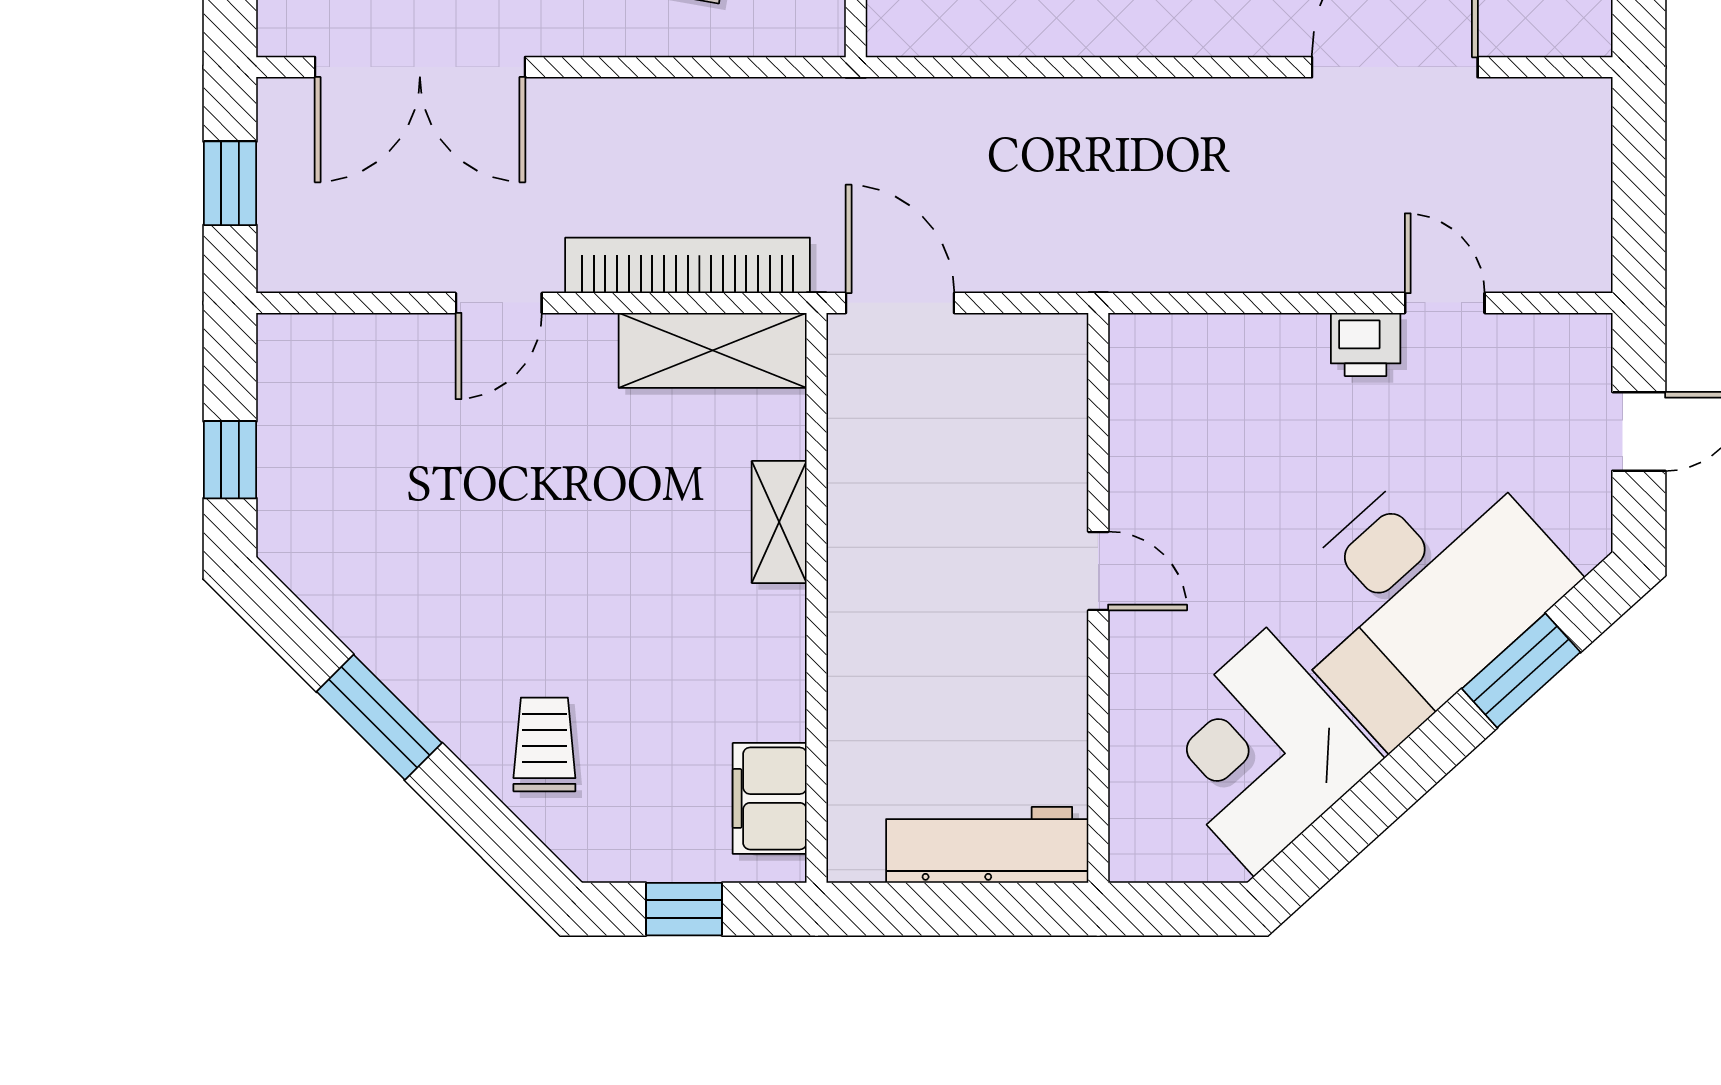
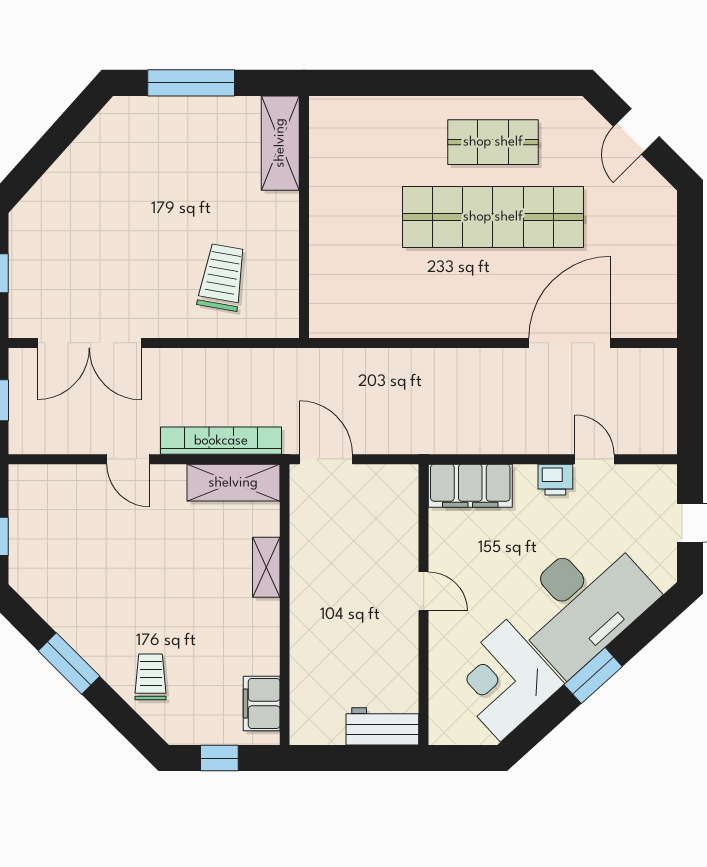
door: (499, 303) -> (128, 459), hinge flipped
filing cabinet: (1193, 357) -> (470, 486), added
window: (1521, 670) -> (593, 676), moved
workbench: (987, 845) -> (382, 726), width x0.73

